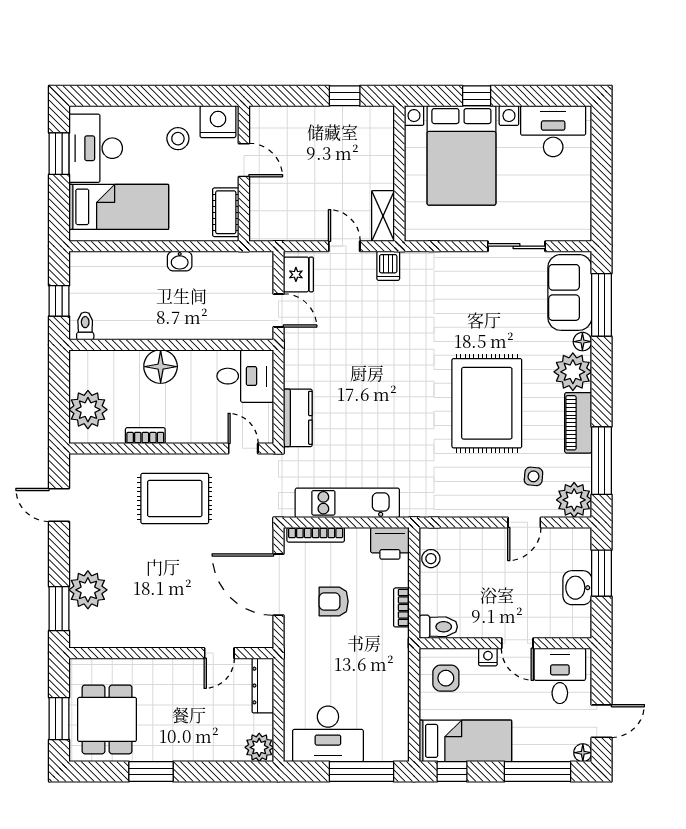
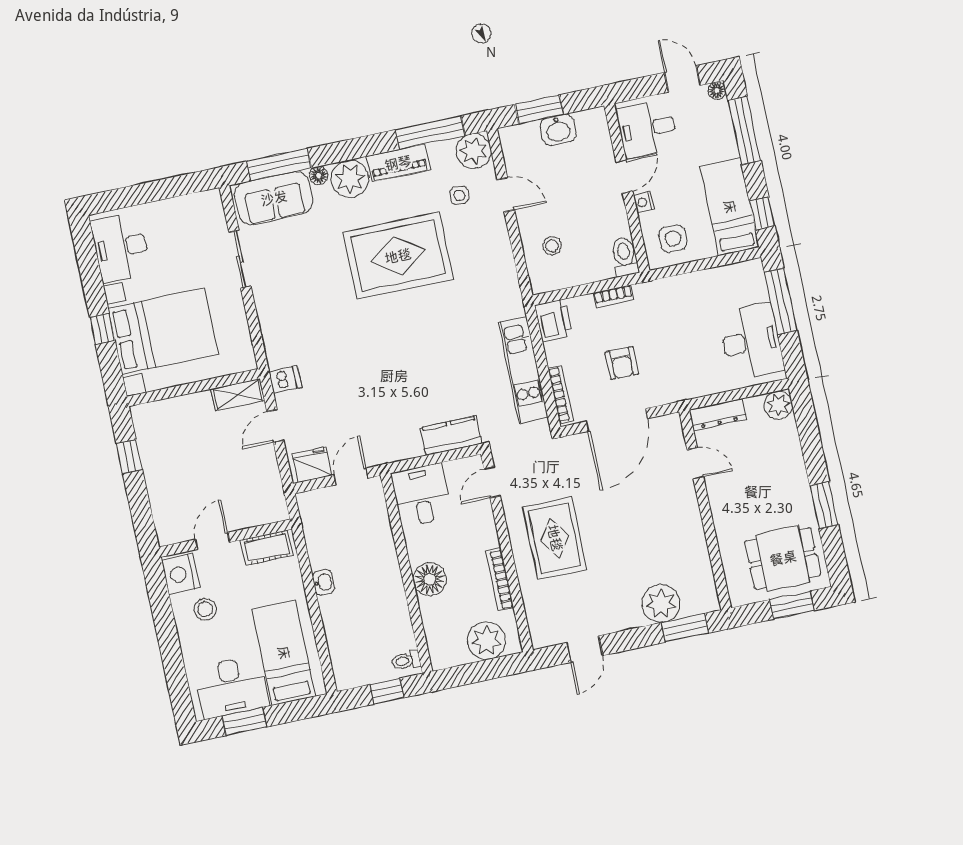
bookcase: (145, 436) -> (500, 580), width x1.56
stool: (431, 559) -> (552, 246), moved

